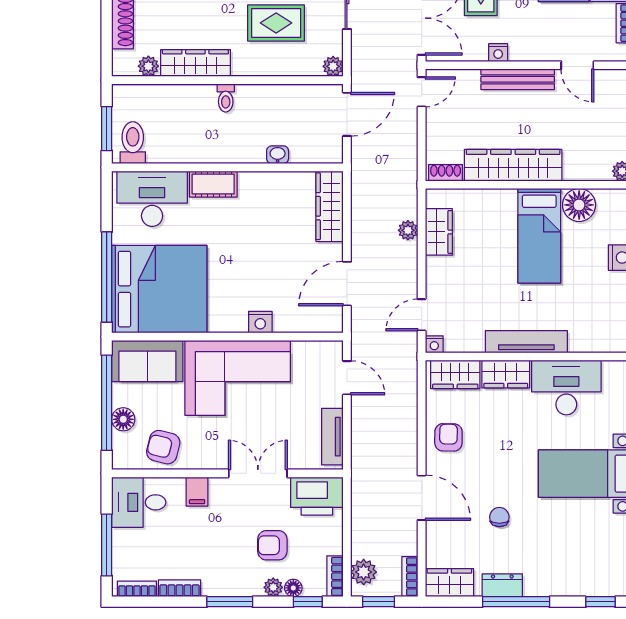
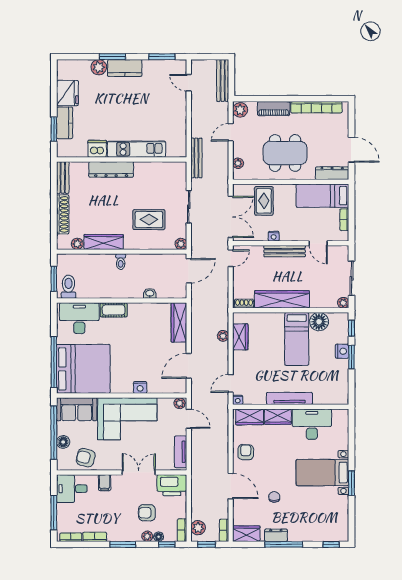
plant: (331, 350) -> (180, 403), added

